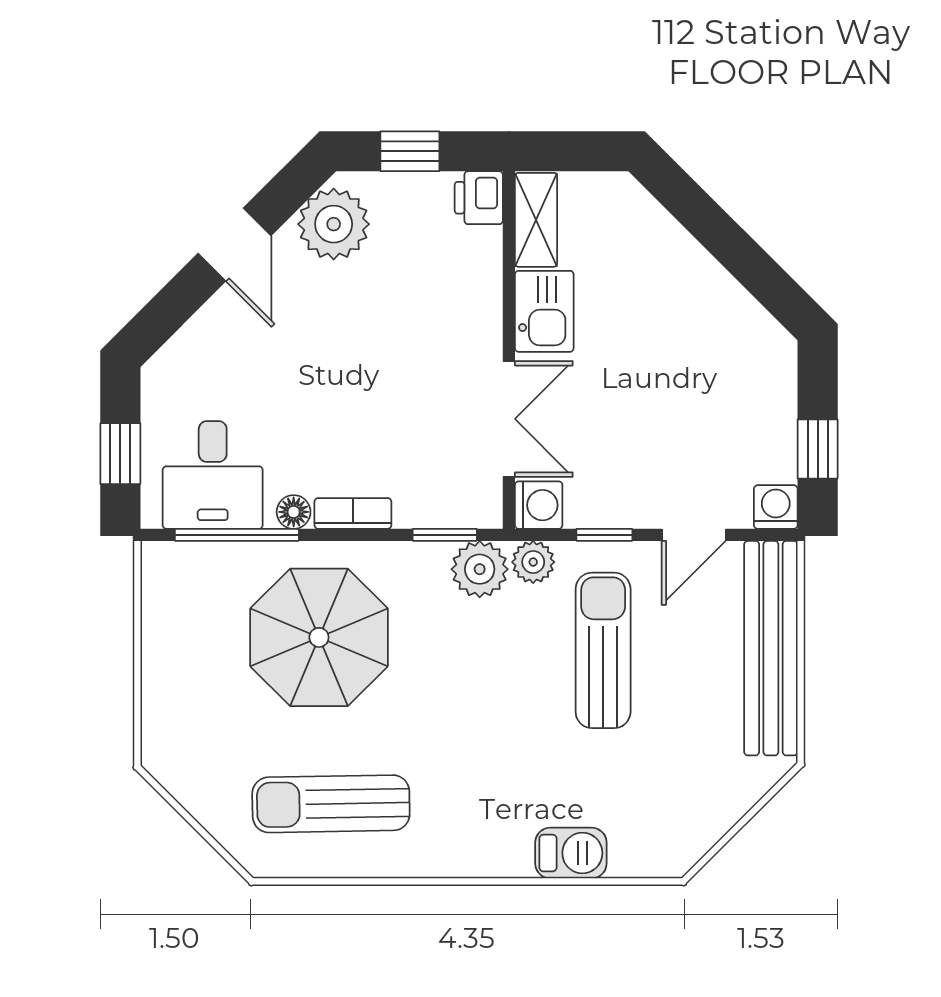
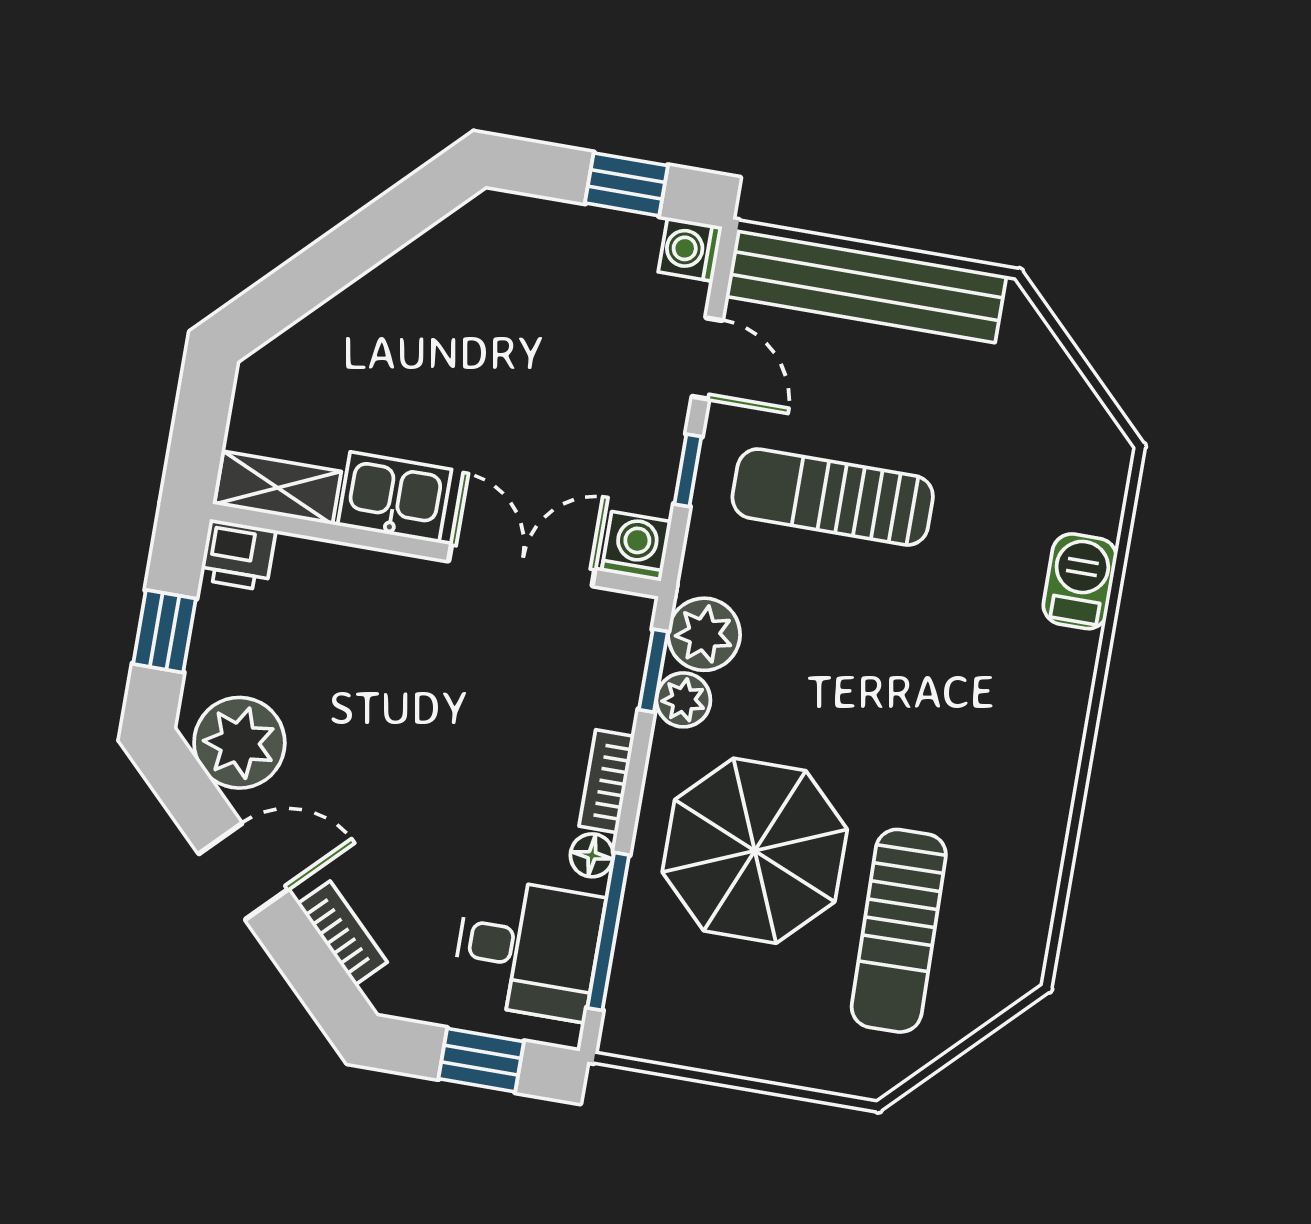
bookcase: (200, 329) -> (342, 933), added
plant: (533, 562) -> (683, 700), moved
sun lounger: (331, 804) -> (899, 931), moved

